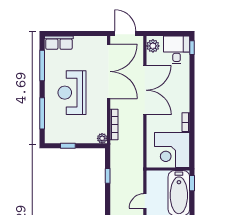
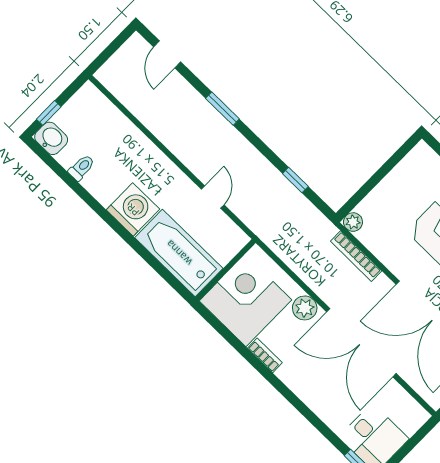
plant: (153, 46) -> (305, 308), moved
window: (68, 146) -> (388, 166), removed
window: (192, 183) -> (175, 284), removed

